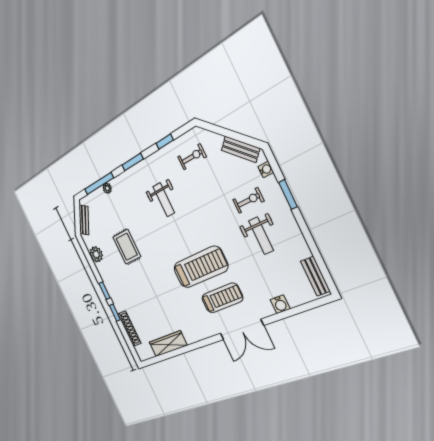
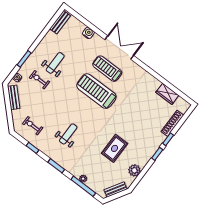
wardrobe: (168, 344) -> (167, 94), width x0.67

